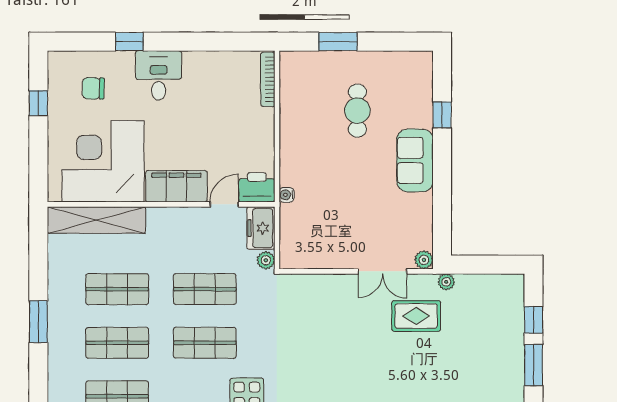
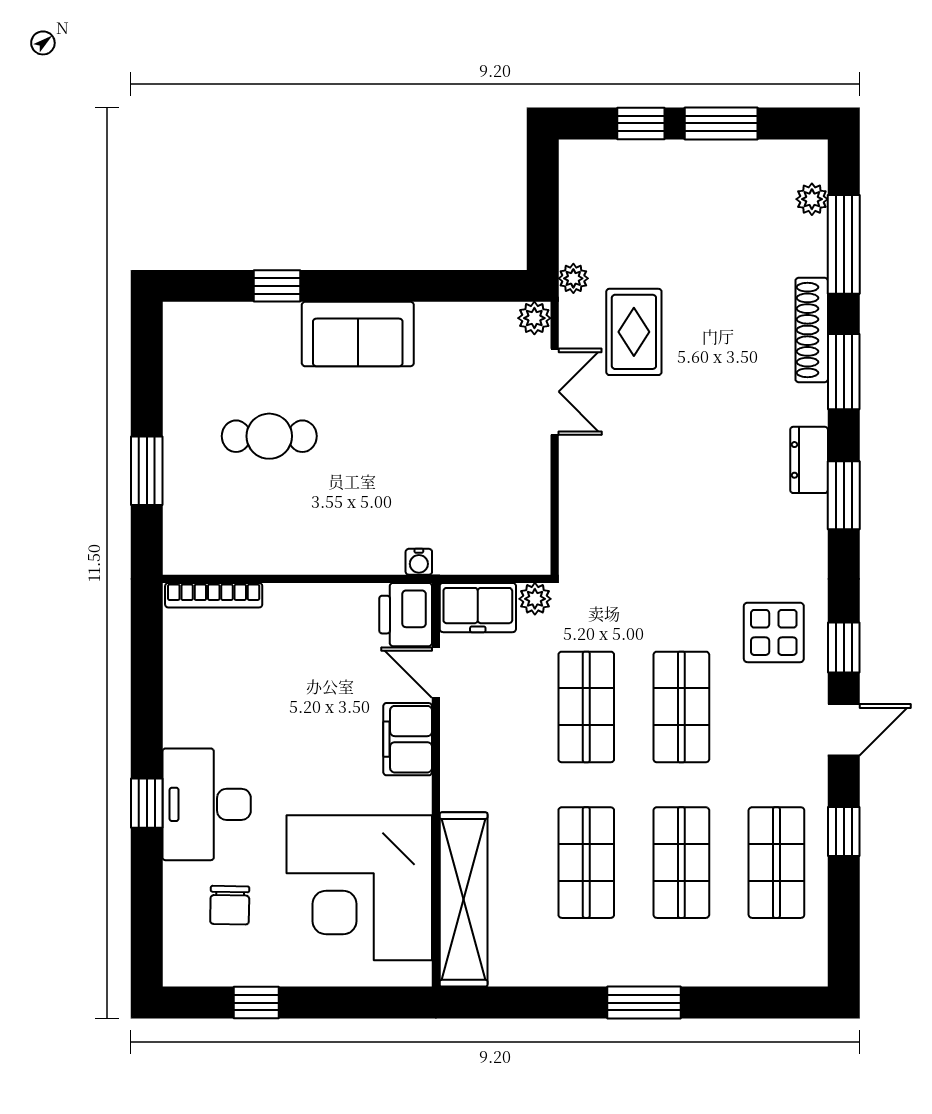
window: (129, 42) -> (147, 803), moved
desk: (159, 75) -> (207, 804), width x1.37
filing cabinet: (176, 186) -> (408, 739), width x0.67, depth x0.86

